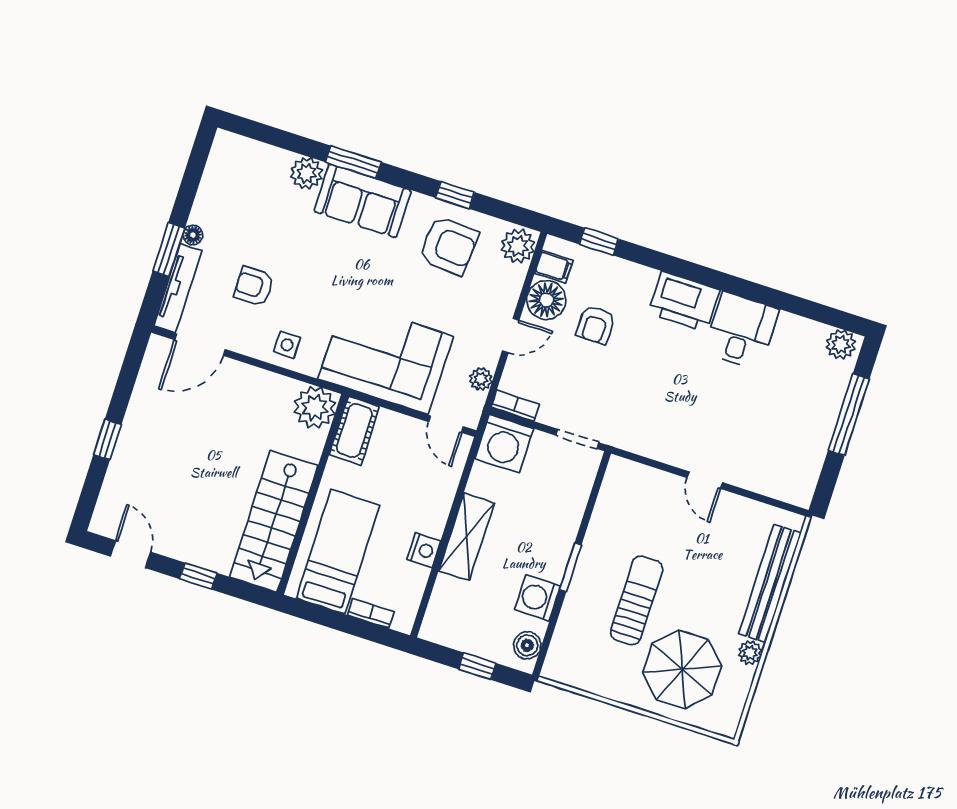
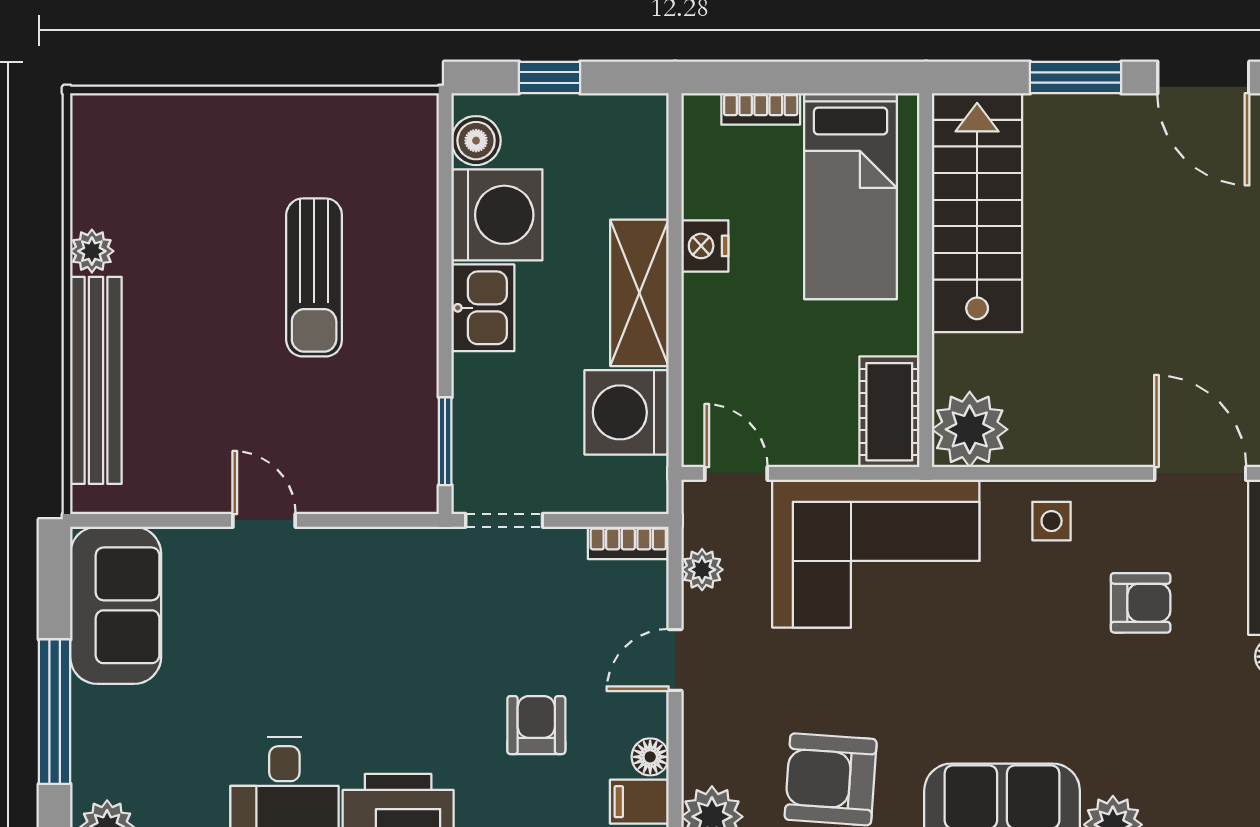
floor lamp: (546, 300) -> (650, 757), width x0.53, depth x0.53
door: (200, 345) -> (1200, 473), hinge flipped
washing machine: (504, 444) -> (627, 412), moved, turned -90
sofa: (798, 460) -> (116, 605), added
door: (130, 554) -> (1203, 78), width x1.38
kitchen sink: (552, 555) -> (483, 308), added
window: (570, 567) -> (445, 441), moved
window: (198, 576) -> (1076, 78), width x1.50
washing machine: (537, 598) -> (497, 215), width x1.37, depth x1.37
parasol: (682, 669) -> (198, 185), removed

